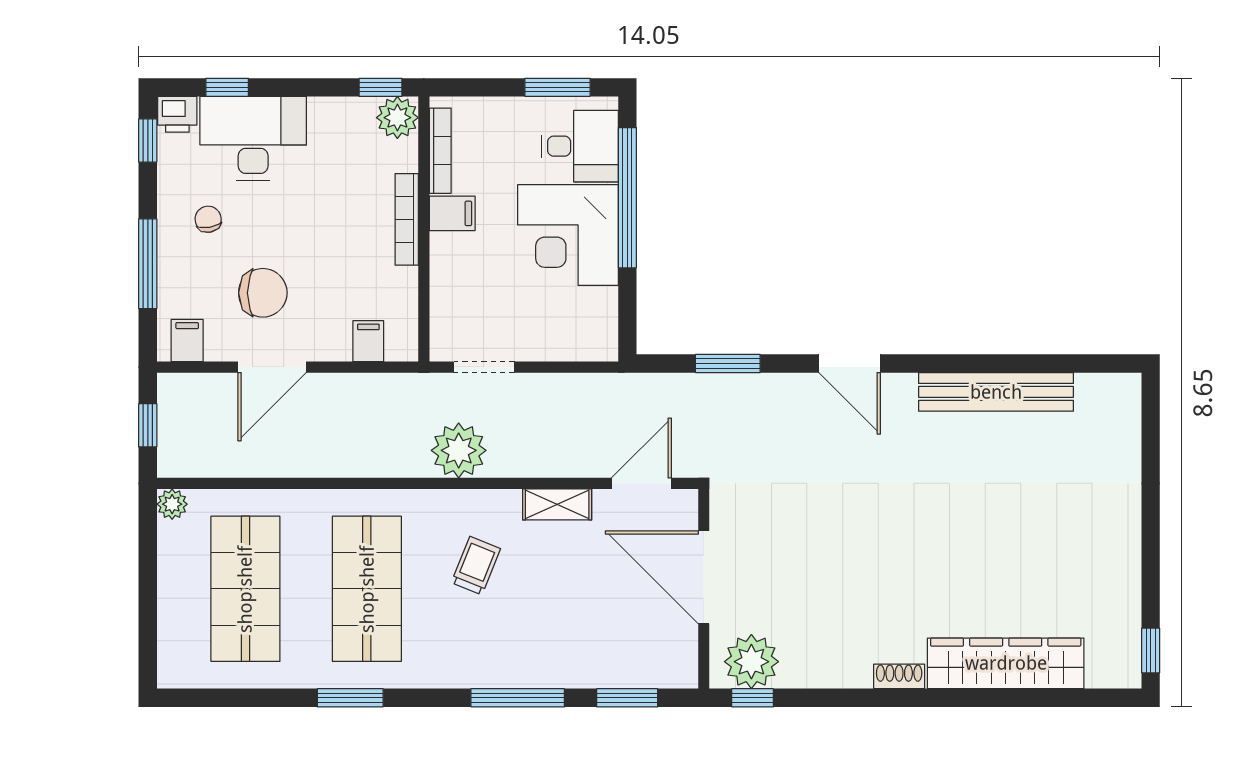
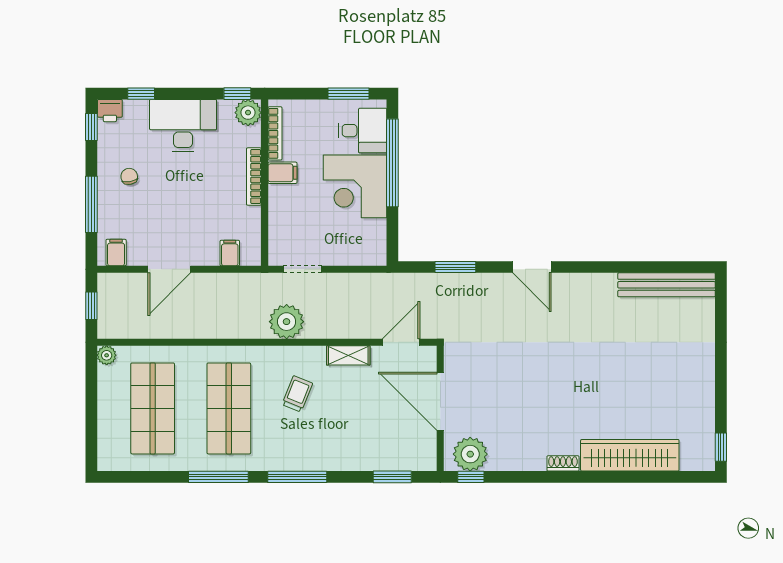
desk: (253, 138) -> (183, 126), moved
chair: (263, 293) -> (164, 223), removed
bench: (996, 392) -> (667, 285), moved
window: (350, 698) -> (218, 477), width x1.44
window: (518, 698) -> (297, 477), moved

